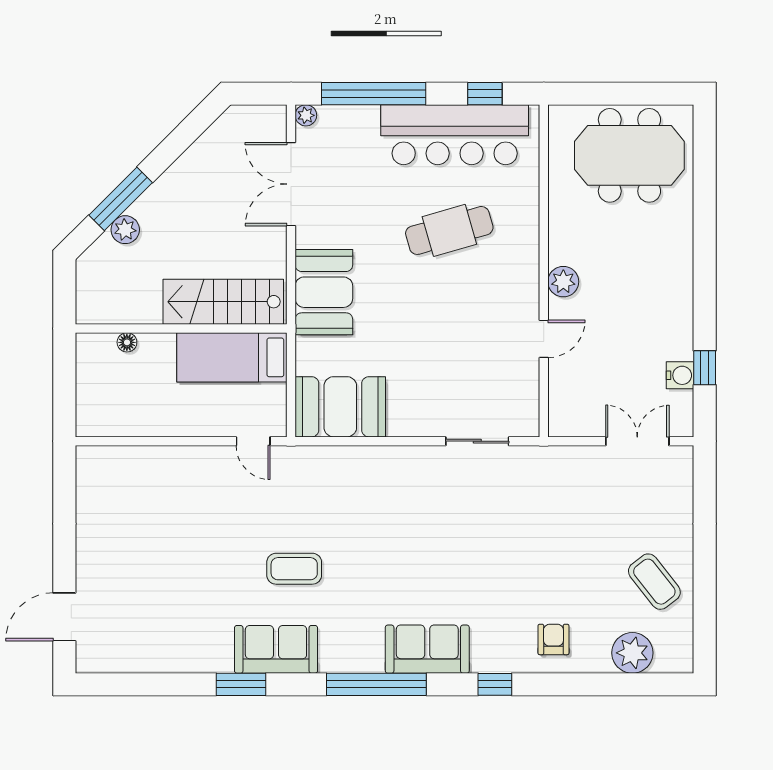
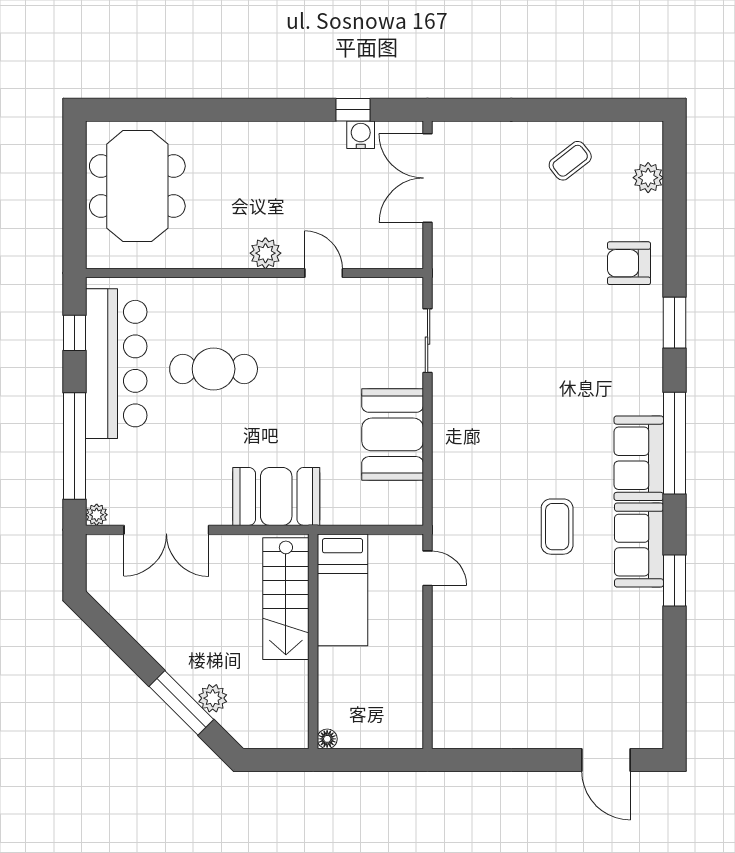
cafe table: (449, 230) -> (214, 369), turned -74
floor lamp: (127, 342) -> (327, 739), moved
booth: (340, 407) -> (393, 434), moved
door: (253, 441) -> (428, 568), hinge flipped
double door: (637, 441) -> (428, 178), width x1.37
coffee table: (654, 582) -> (570, 161), width x0.73, depth x0.77
armchair: (553, 639) -> (629, 263), width x1.38, depth x1.38
sofa: (427, 649) -> (639, 458), moved
plant: (632, 653) -> (648, 178), width x0.73, depth x0.73
window: (495, 684) -> (674, 323), width x1.50

